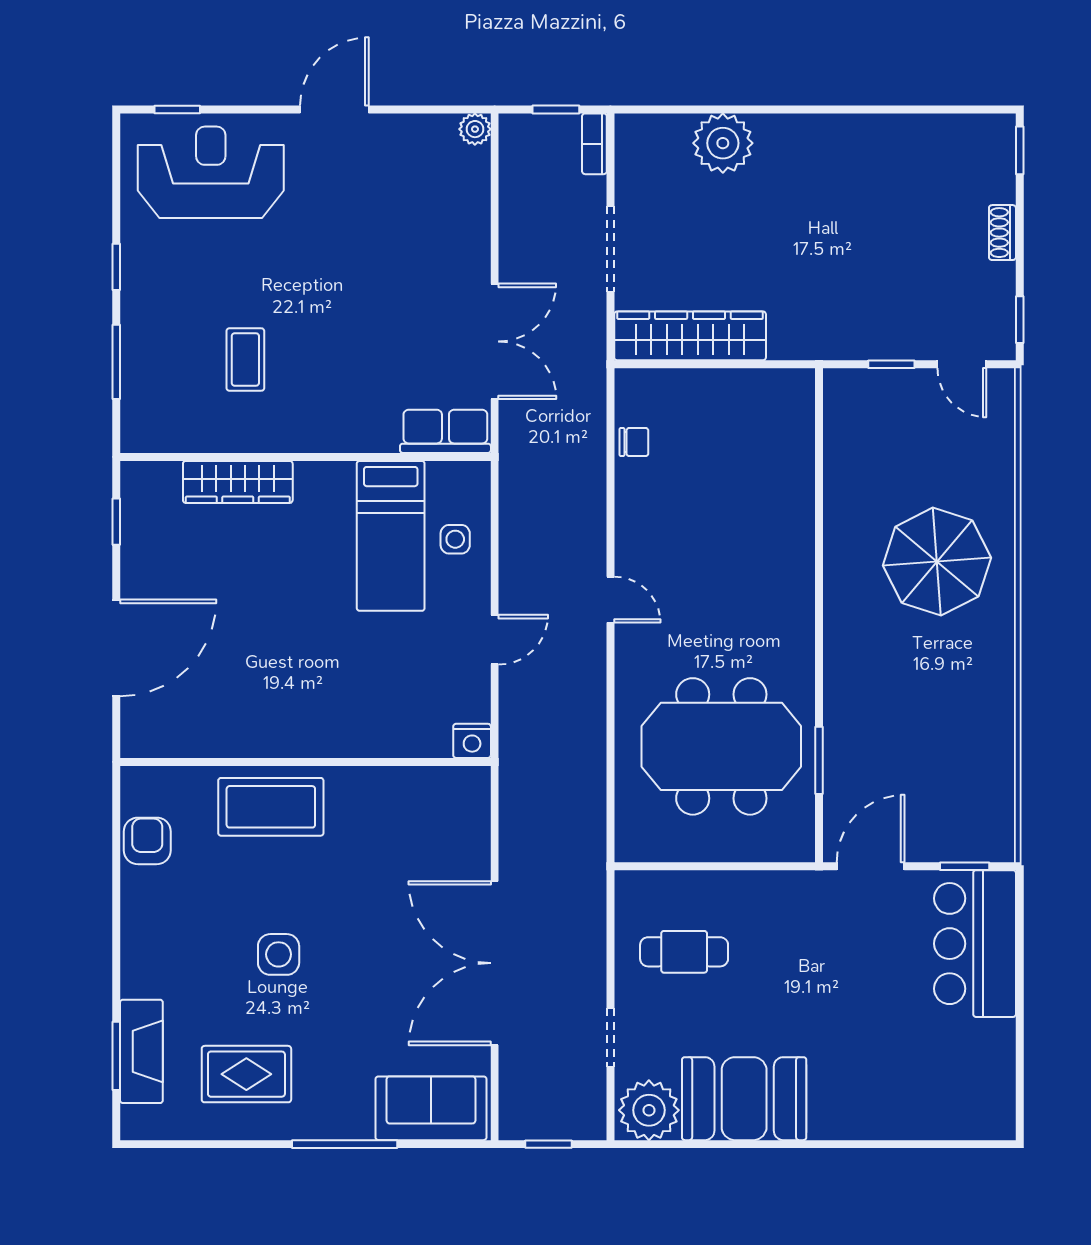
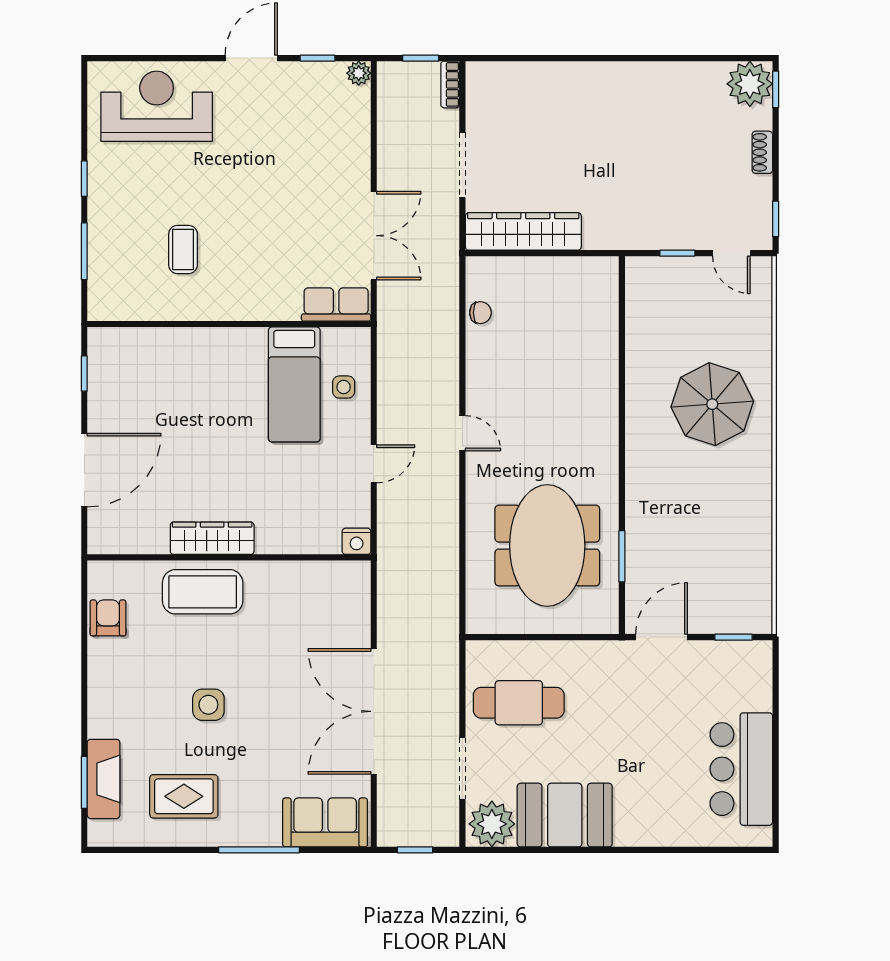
window: (177, 109) -> (318, 58), moved
plant: (723, 143) -> (750, 84), moved
wardrobe: (238, 482) -> (212, 538), moved, turned 180
meeting table: (721, 746) -> (547, 546), turned 90
bar counter: (975, 944) -> (741, 769), moved
cafe table: (684, 952) -> (519, 703), width x1.37, depth x1.35
doorway: (610, 1038) -> (462, 768), width x1.38

